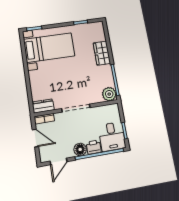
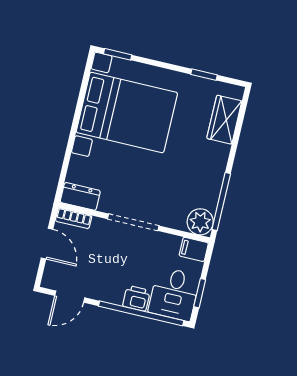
bed with nightstands: (49, 48) -> (127, 112), width x1.36
wardrobe: (102, 53) -> (224, 120), moved
filing cabinet: (112, 109) -> (194, 249), added
floor lamp: (80, 149) -> (112, 293), removed

